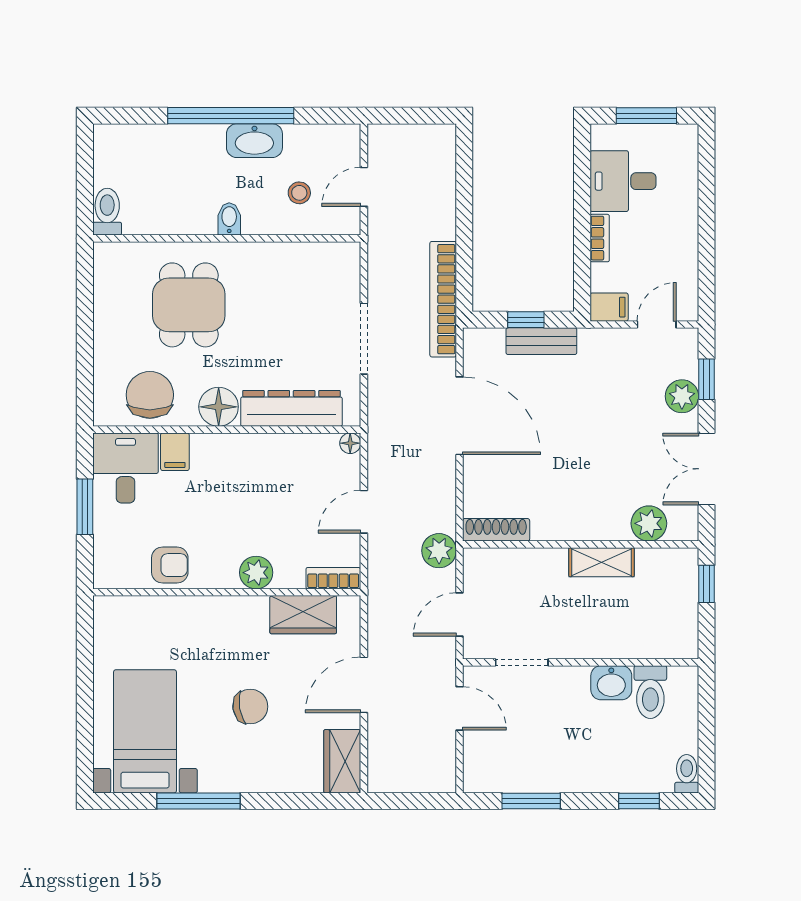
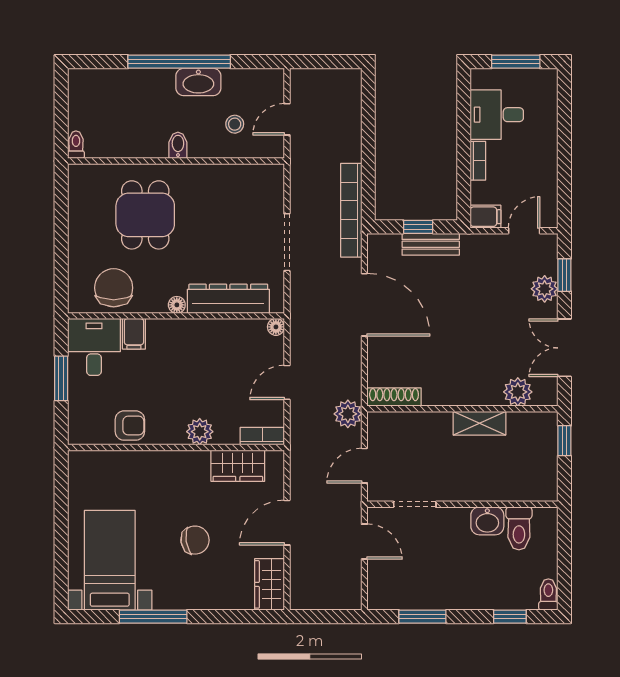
toilet: (107, 212) -> (76, 145), width x0.73, depth x0.72
floor lamp: (219, 407) -> (177, 305), width x0.53, depth x0.53

